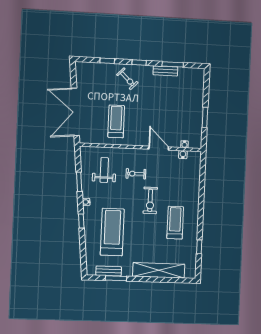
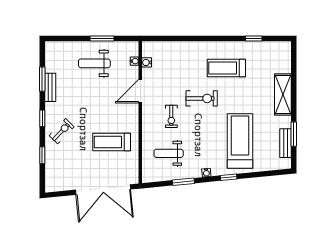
weight bench: (184, 110) -> (94, 63), added
treadmill: (112, 232) -> (240, 141), turned 90
shelving: (159, 270) -> (283, 94), width x0.68

